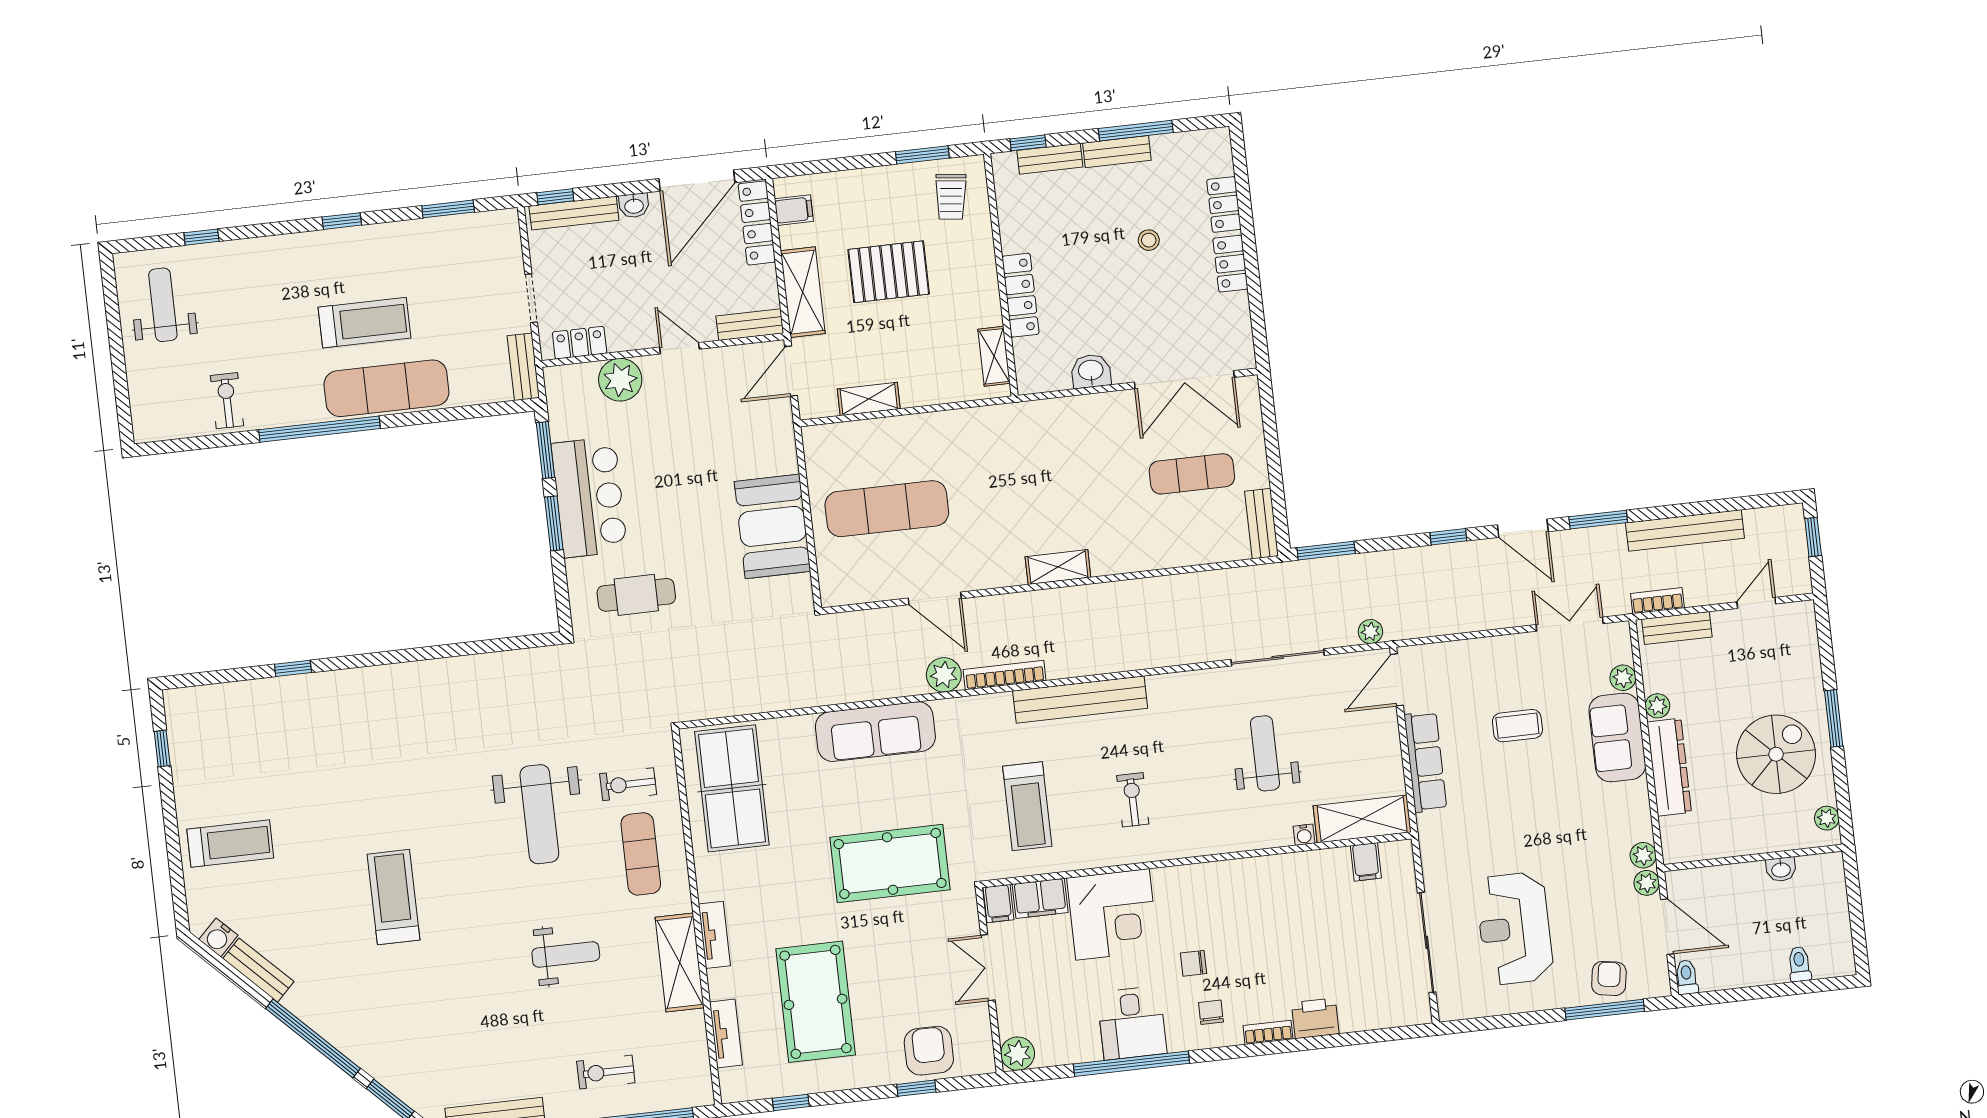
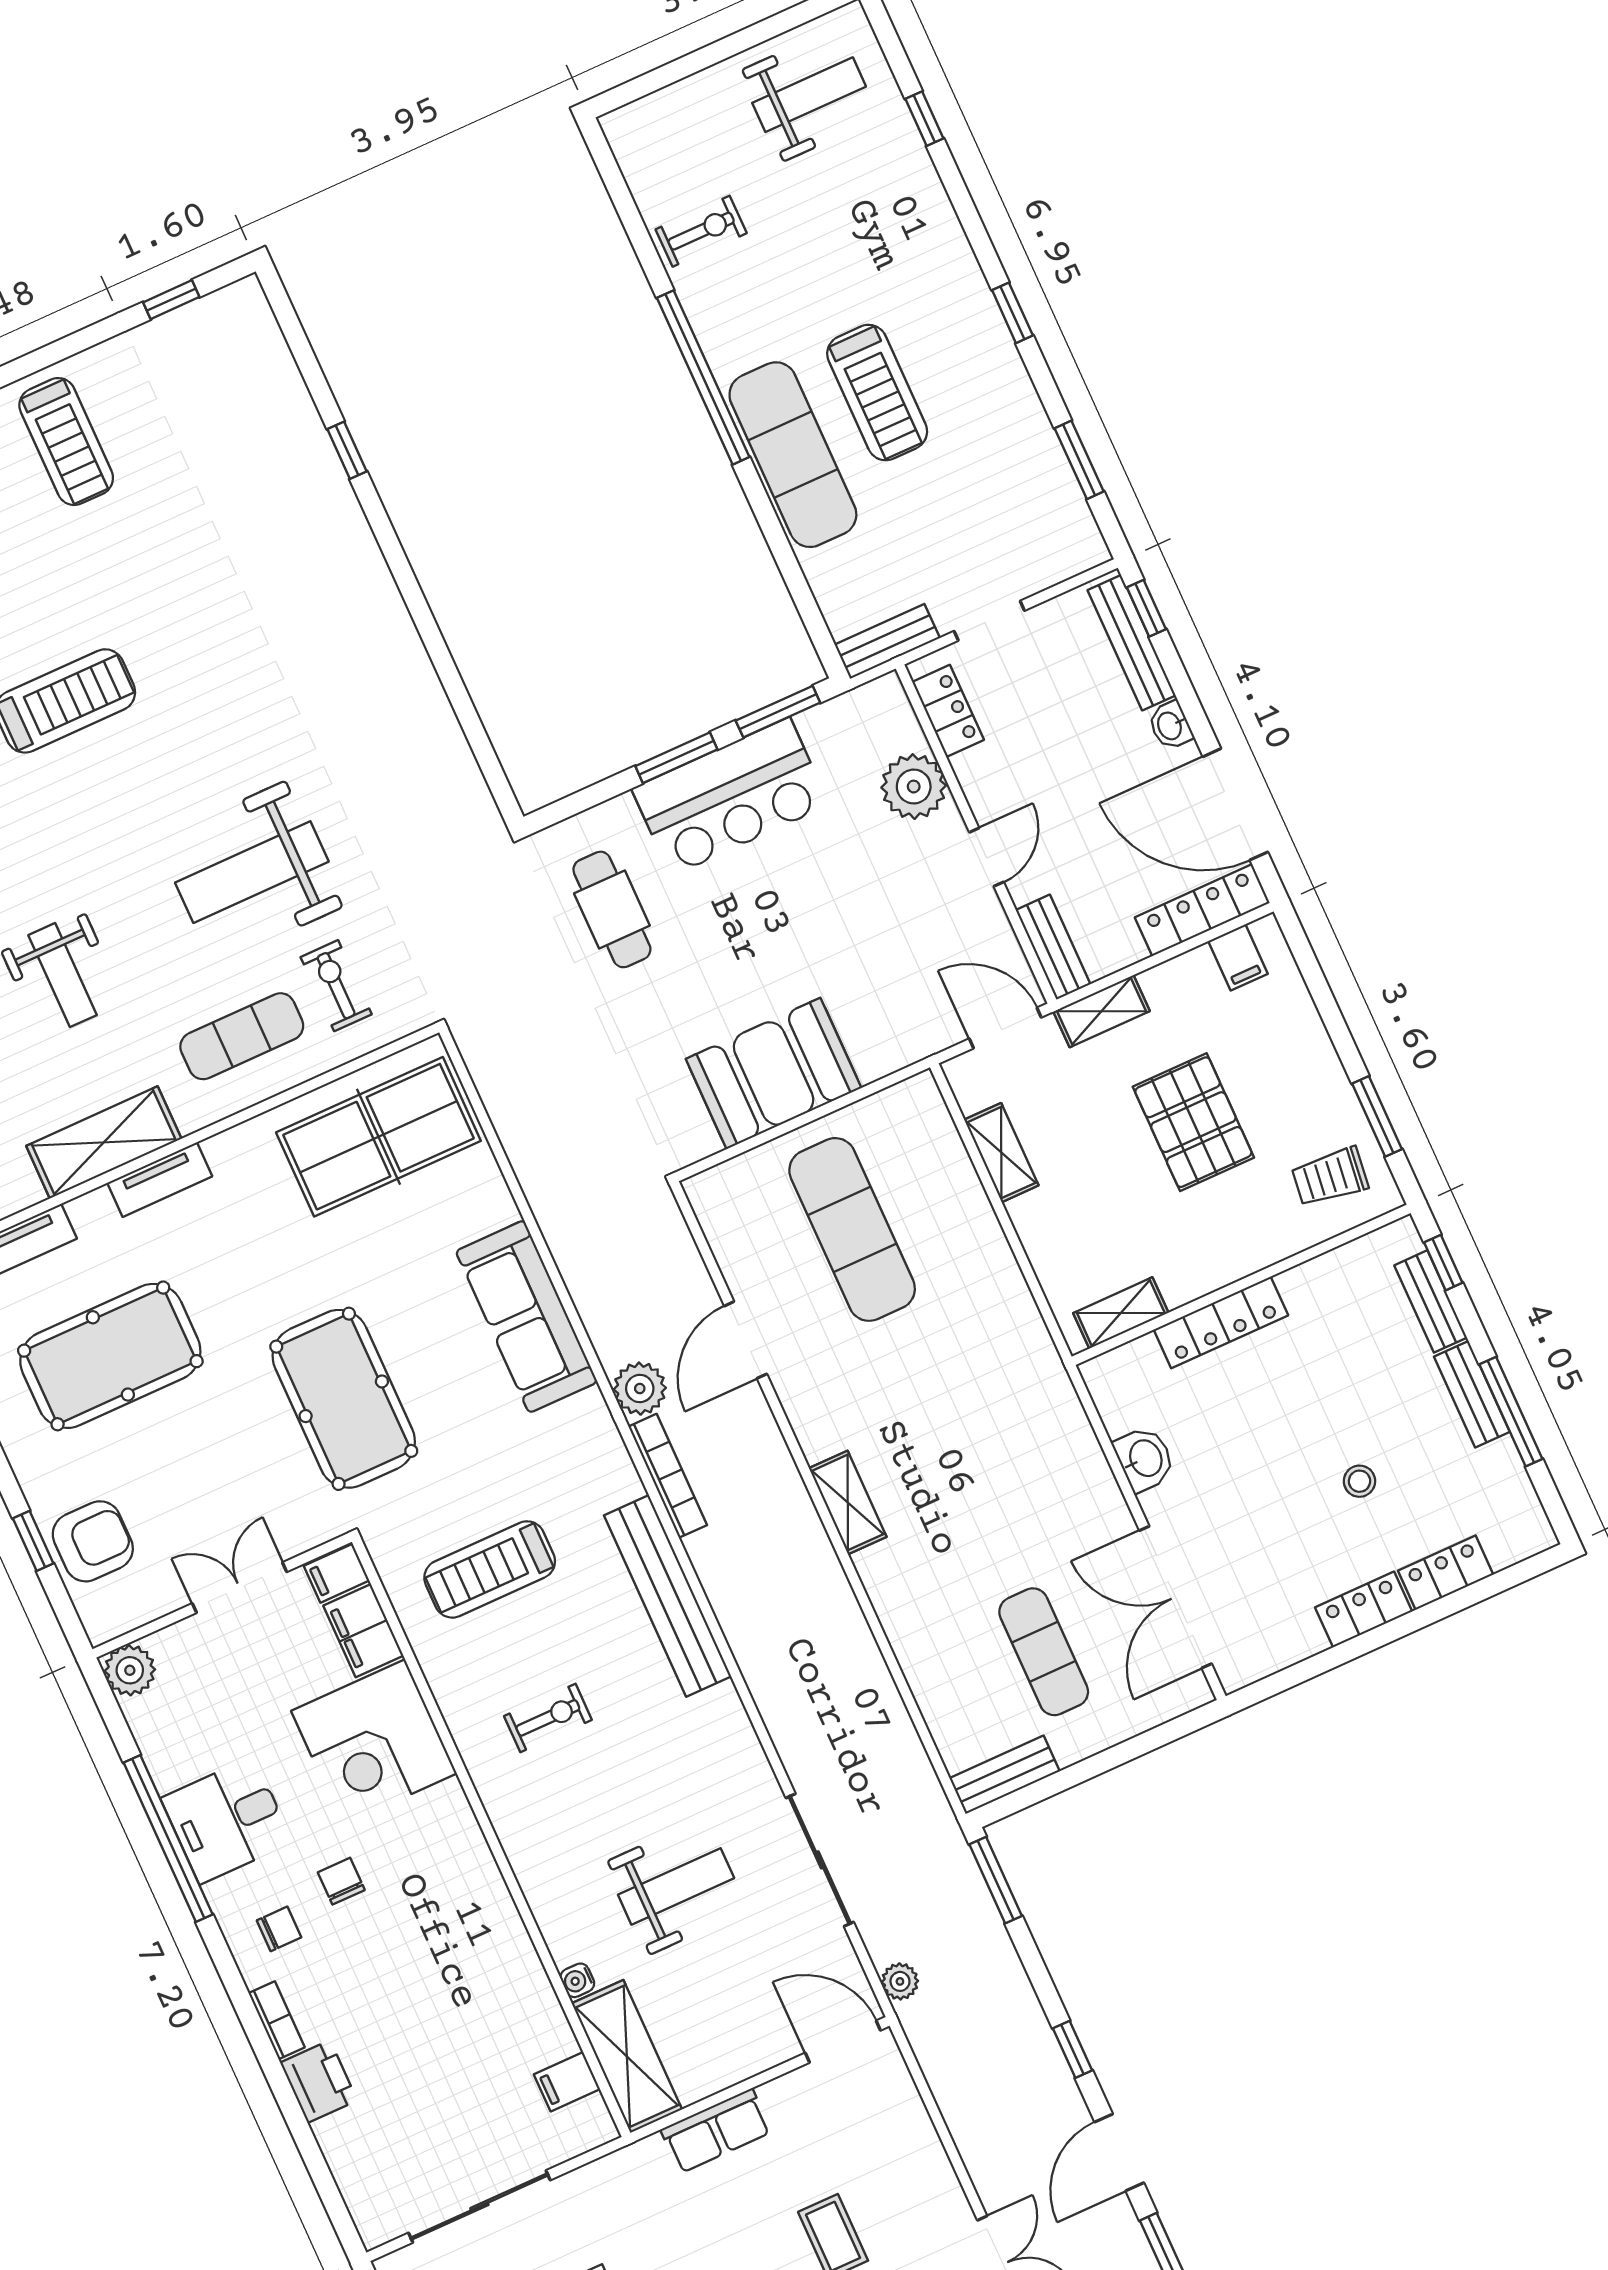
shelving: (803, 292) -> (1102, 1011), width x0.67, depth x0.75
row of seats: (1425, 762) -> (716, 2131), width x0.68

